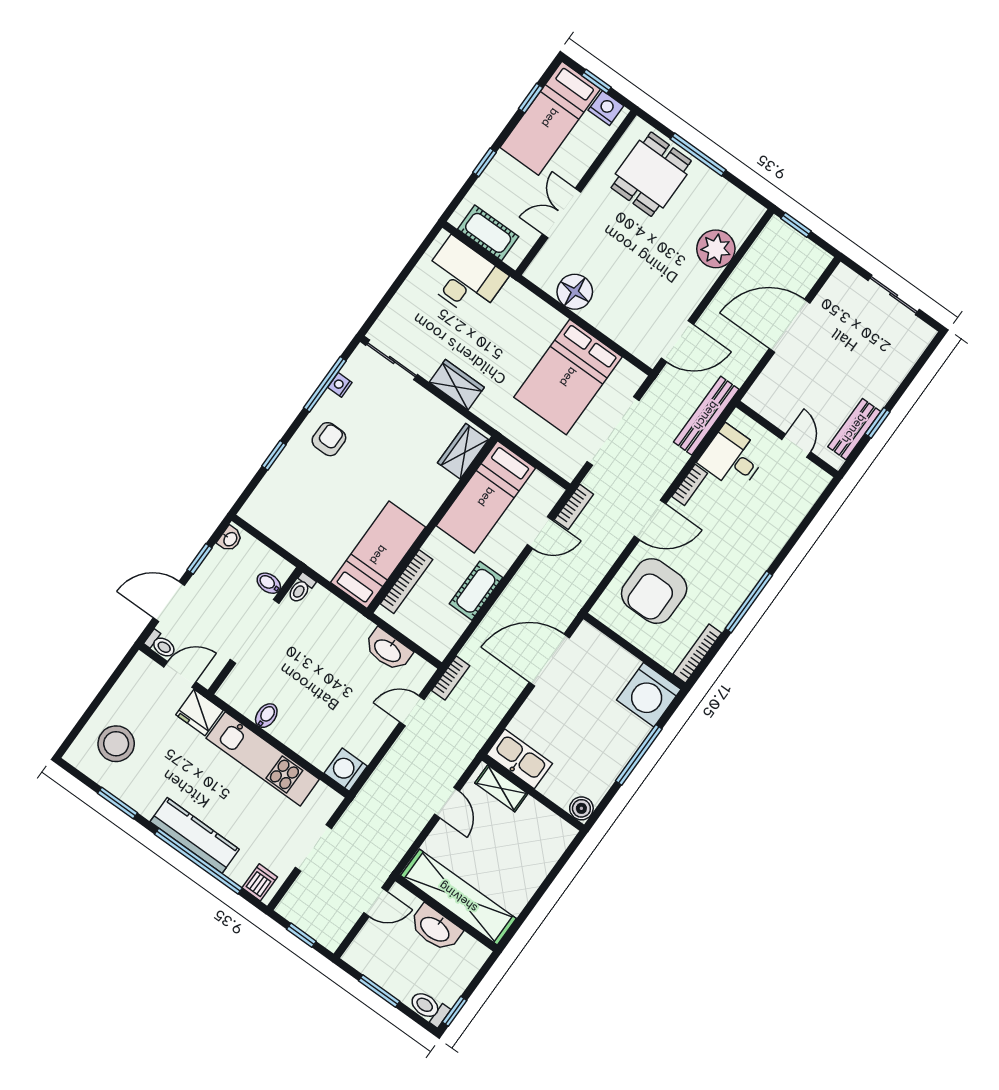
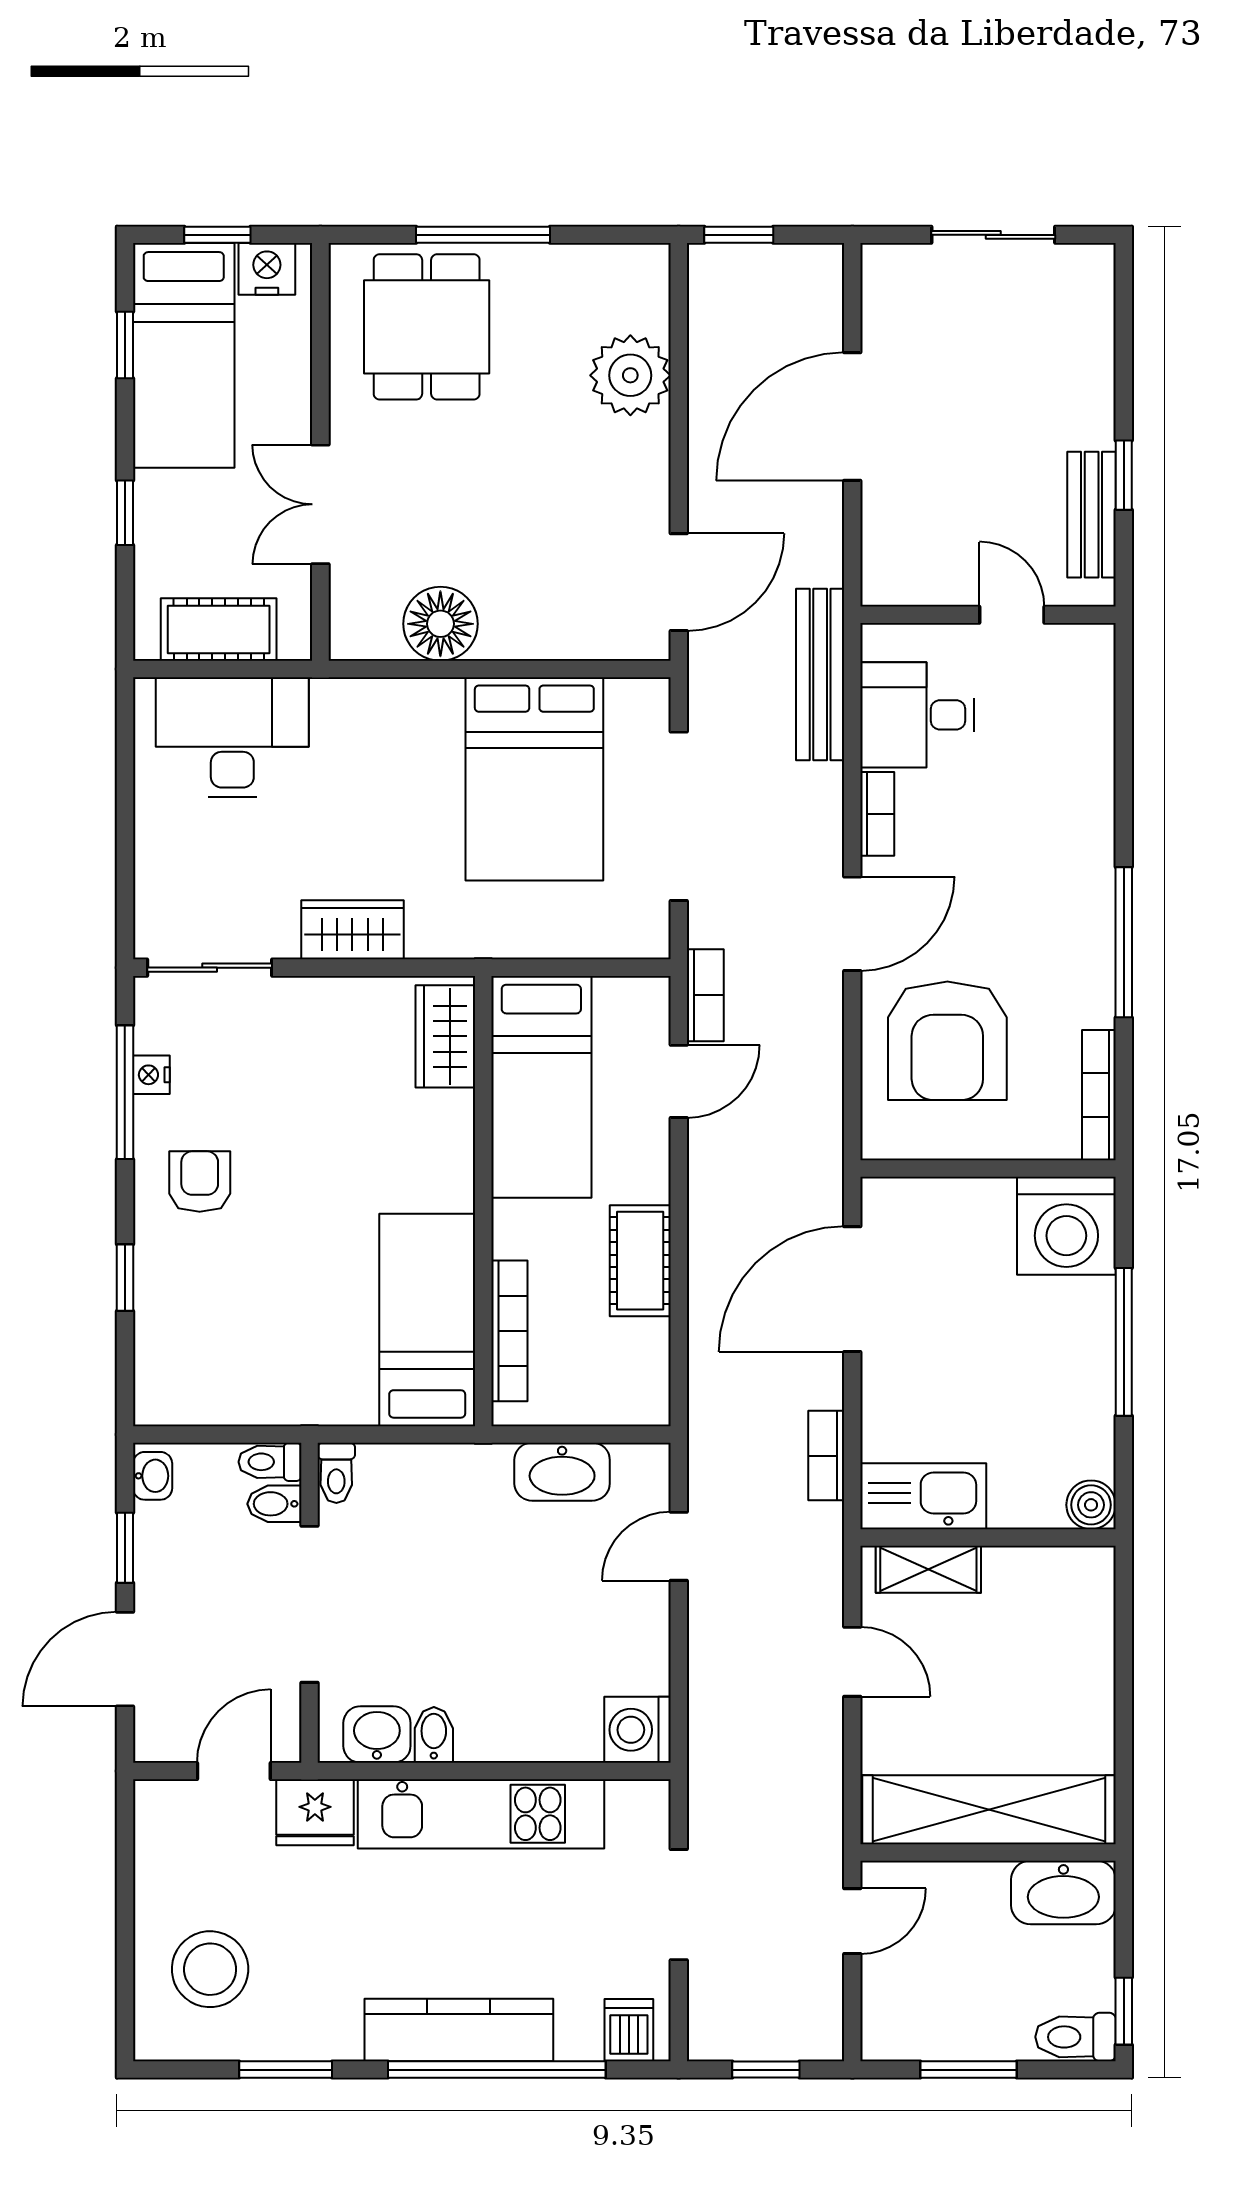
toilet: (161, 645) -> (270, 1462), moved, turned 180
bookcase: (451, 678) -> (826, 1456), moved, turned 180
washbasin: (245, 700) -> (377, 1734), added
washbasin: (435, 929) -> (1063, 1892), moved

